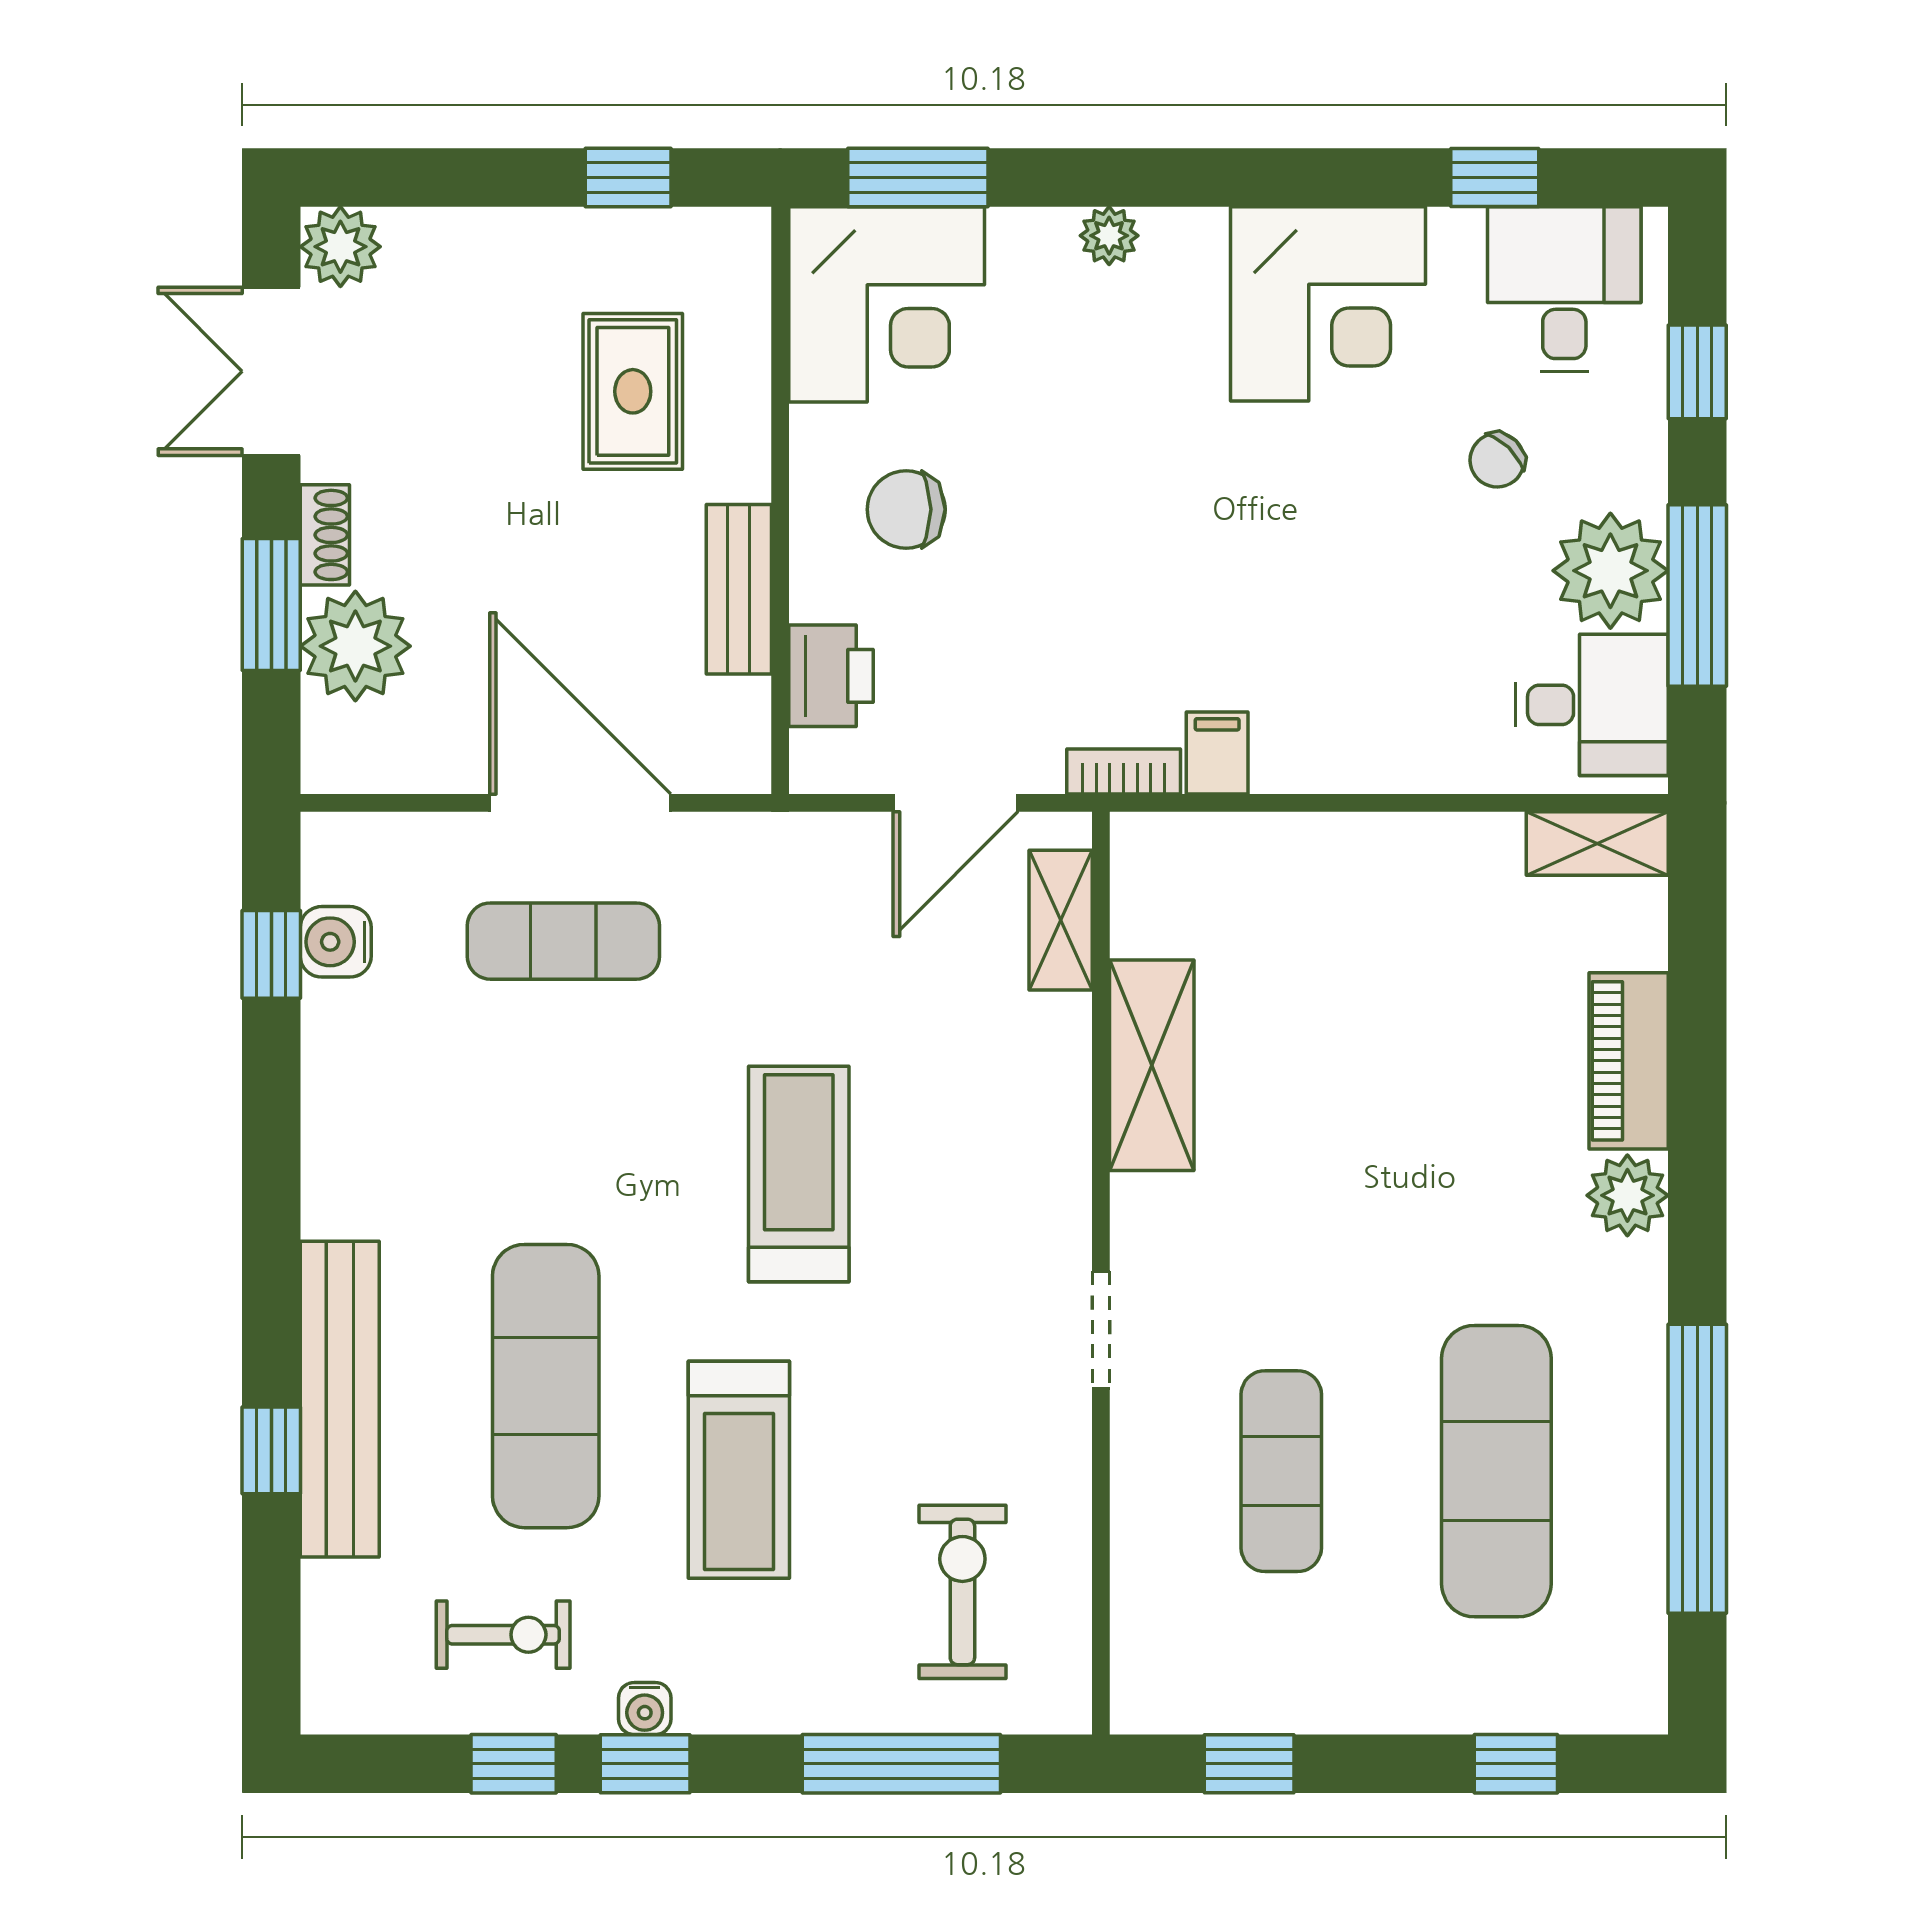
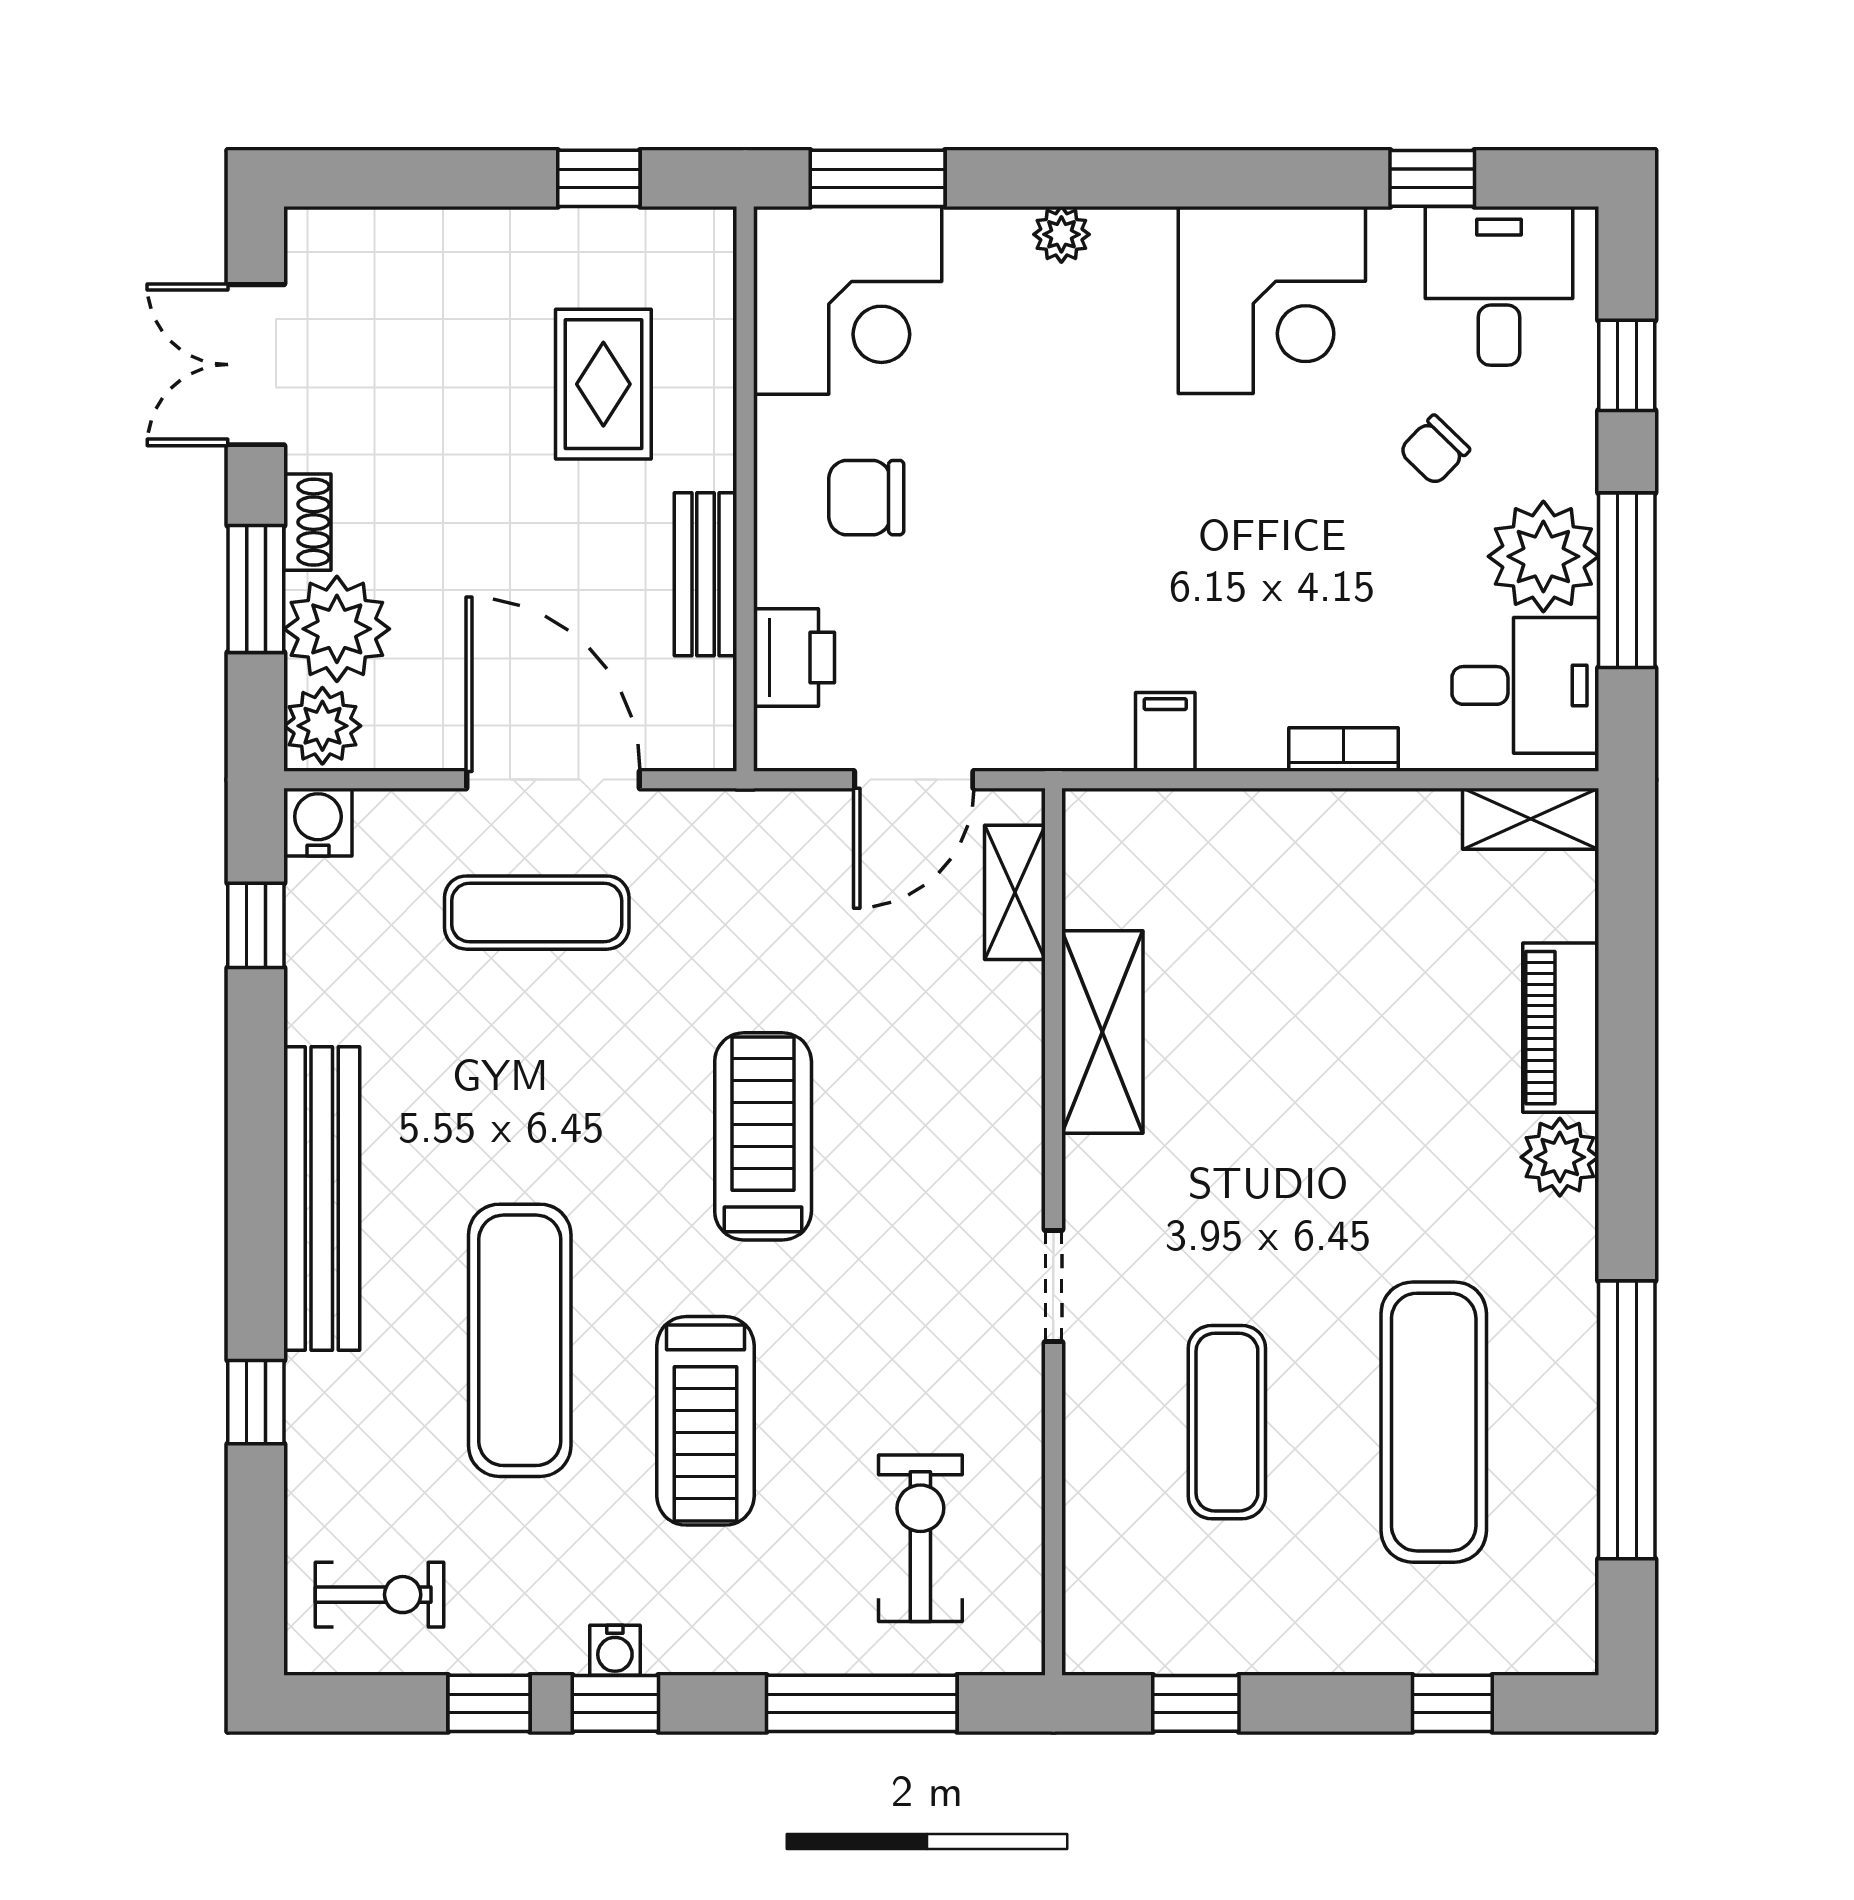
plant: (340, 247) -> (322, 726), moved
bookcase: (1124, 771) -> (1344, 749), moved
water cooler: (336, 942) -> (318, 822), moved, turned 90
bench: (340, 1399) -> (322, 1198), moved
exercise bike: (503, 1635) -> (380, 1595), moved

